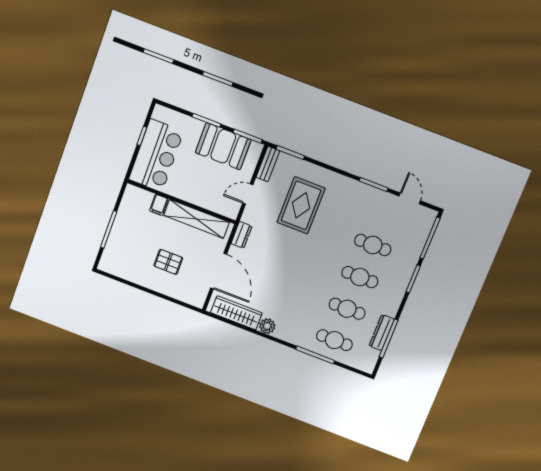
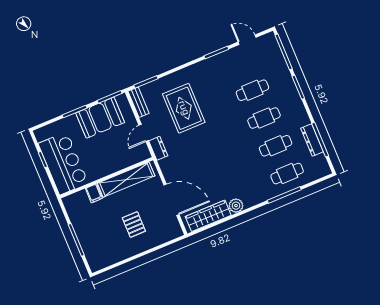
dresser: (242, 235) -> (158, 148), moved
pallet: (168, 262) -> (134, 224), turned 90

